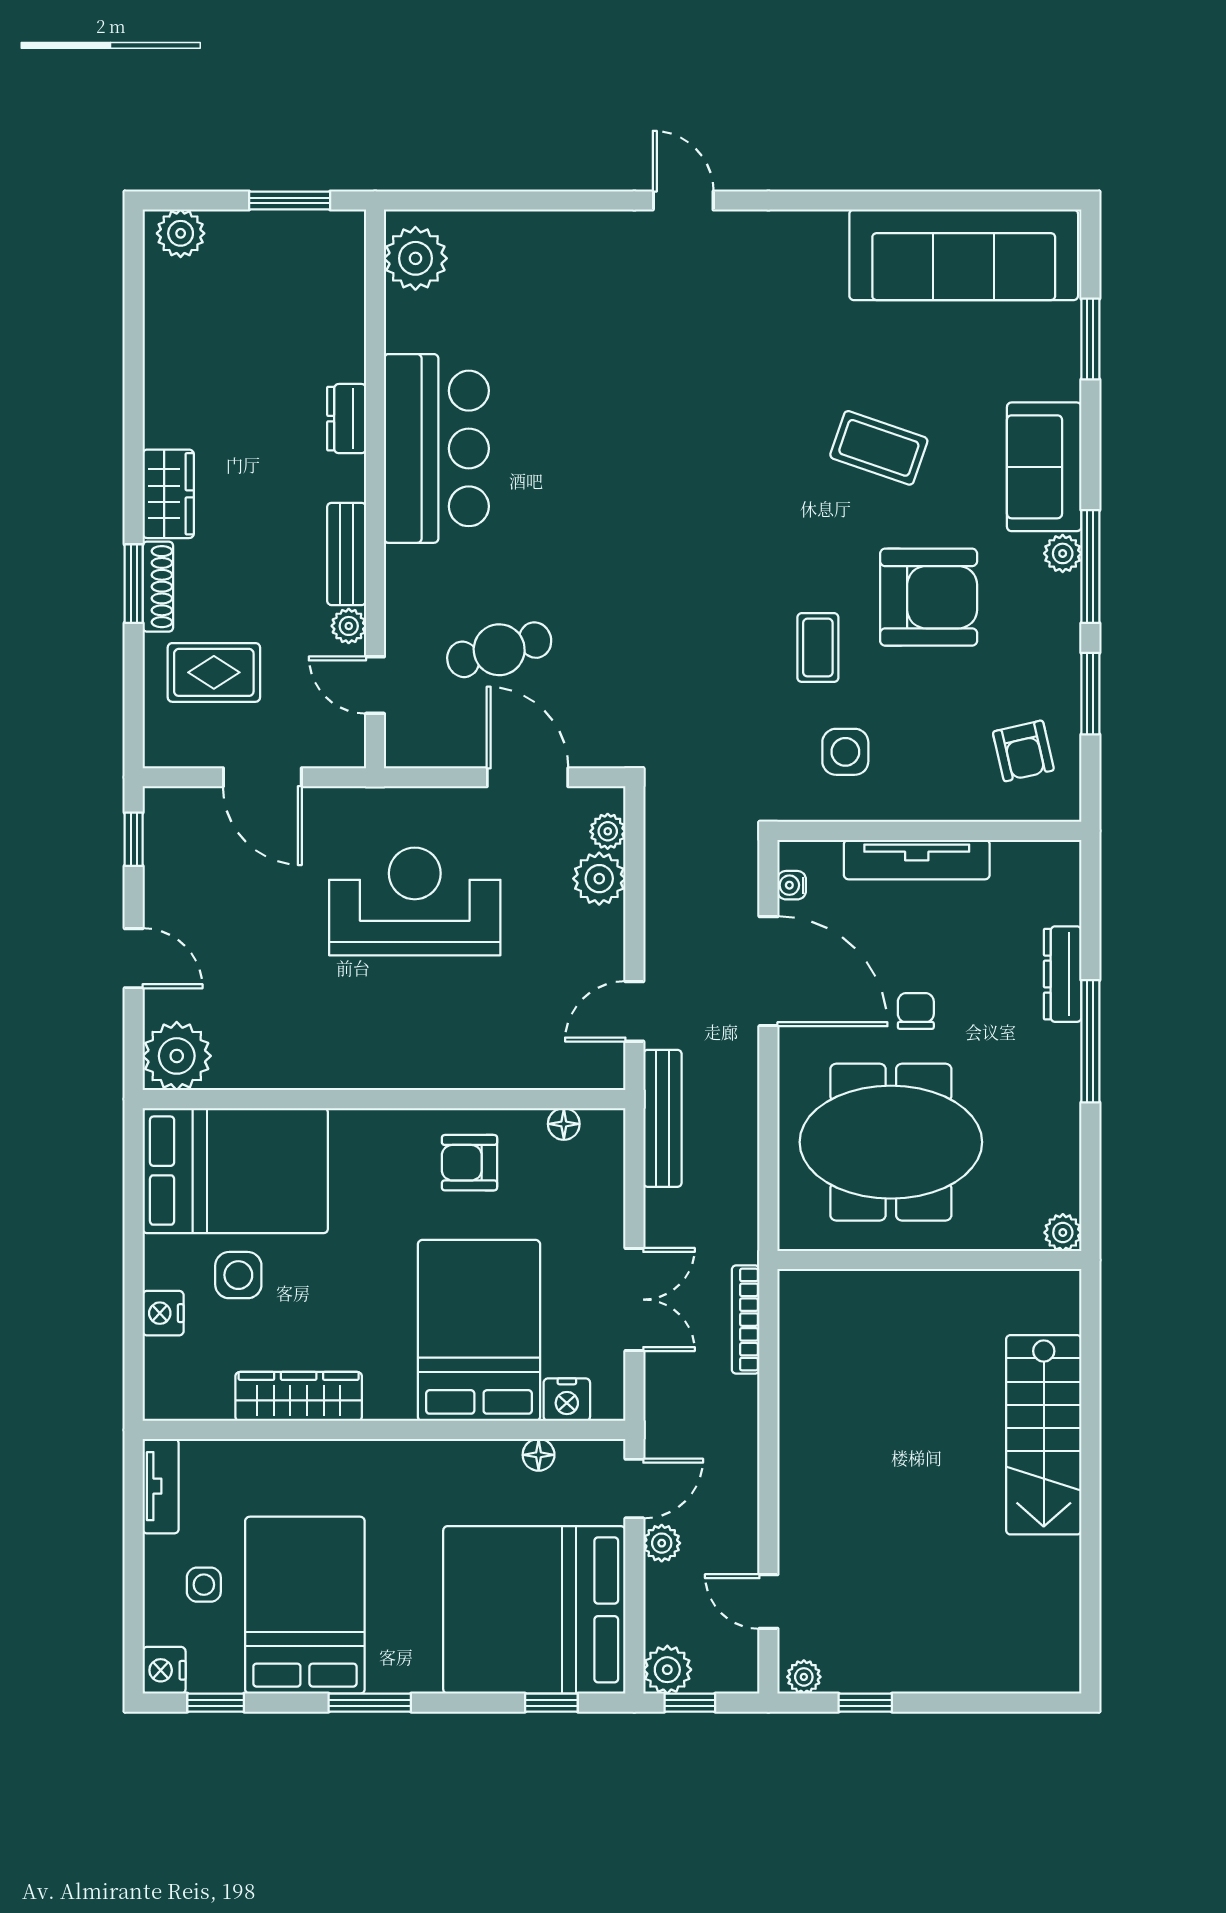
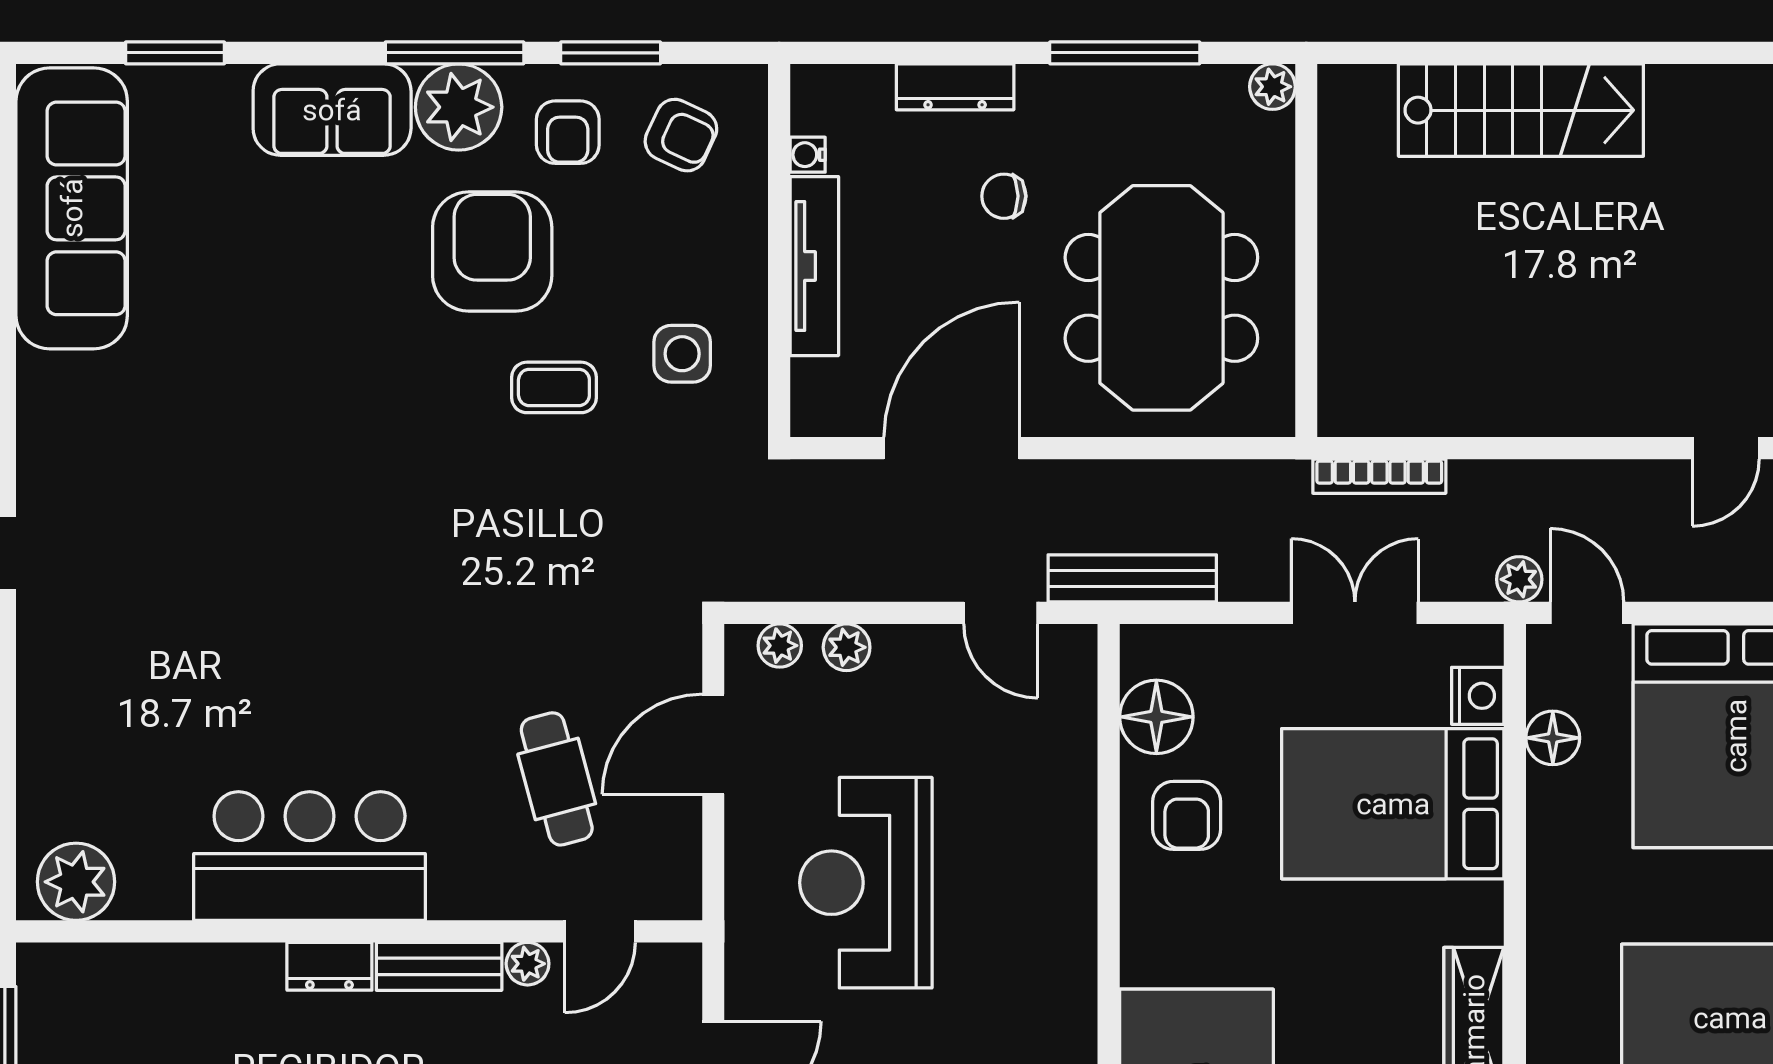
dresser: (347, 419) -> (329, 966), moved
coffee table: (879, 448) -> (309, 313), removed
plant: (1063, 553) -> (459, 107), width x1.87, depth x1.87
armchair: (1026, 659) -> (568, 132), added
armchair: (1023, 751) -> (681, 135), turned 38
plant: (599, 879) -> (847, 647), width x0.73, depth x0.73
water cooler: (792, 885) -> (808, 155), moved, turned 90
chair: (916, 1011) -> (1004, 196), moved
window: (1090, 1041) -> (1125, 53), moved
floor lamp: (564, 1124) -> (1156, 717), width x1.89, depth x1.89
floor lamp: (539, 1455) -> (1553, 738), width x1.37, depth x1.37
plant: (662, 1543) -> (1519, 579), moved

